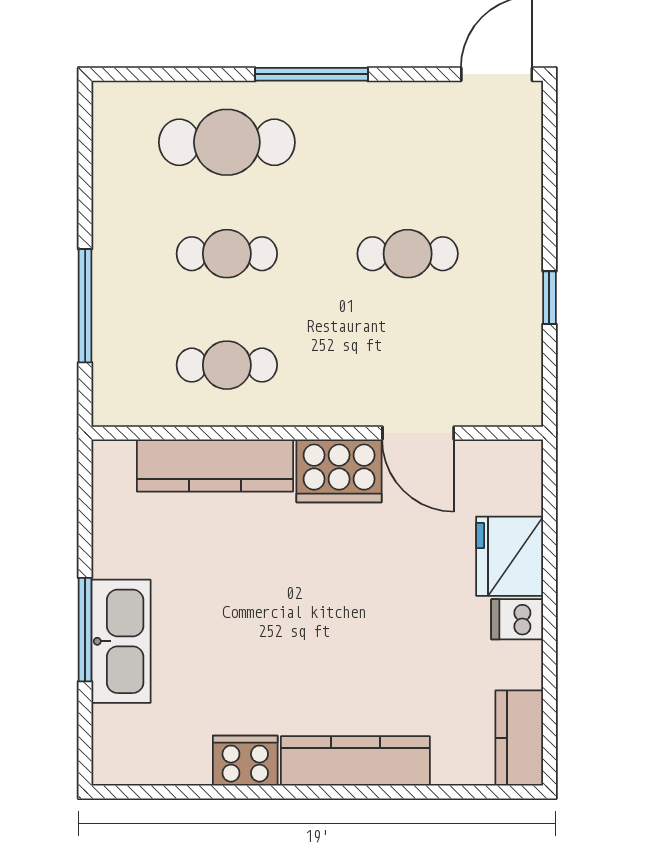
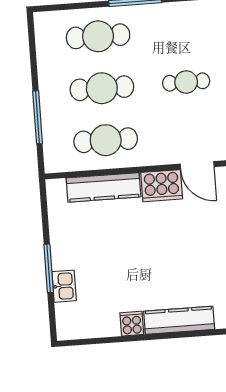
cafe table: (227, 254) -> (102, 88), width x1.37, depth x1.35
cafe table: (227, 365) -> (106, 140), width x1.37, depth x1.35
kitchen sink: (121, 641) -> (64, 286), width x0.53, depth x0.81
cooker: (245, 761) -> (132, 324), width x0.73

